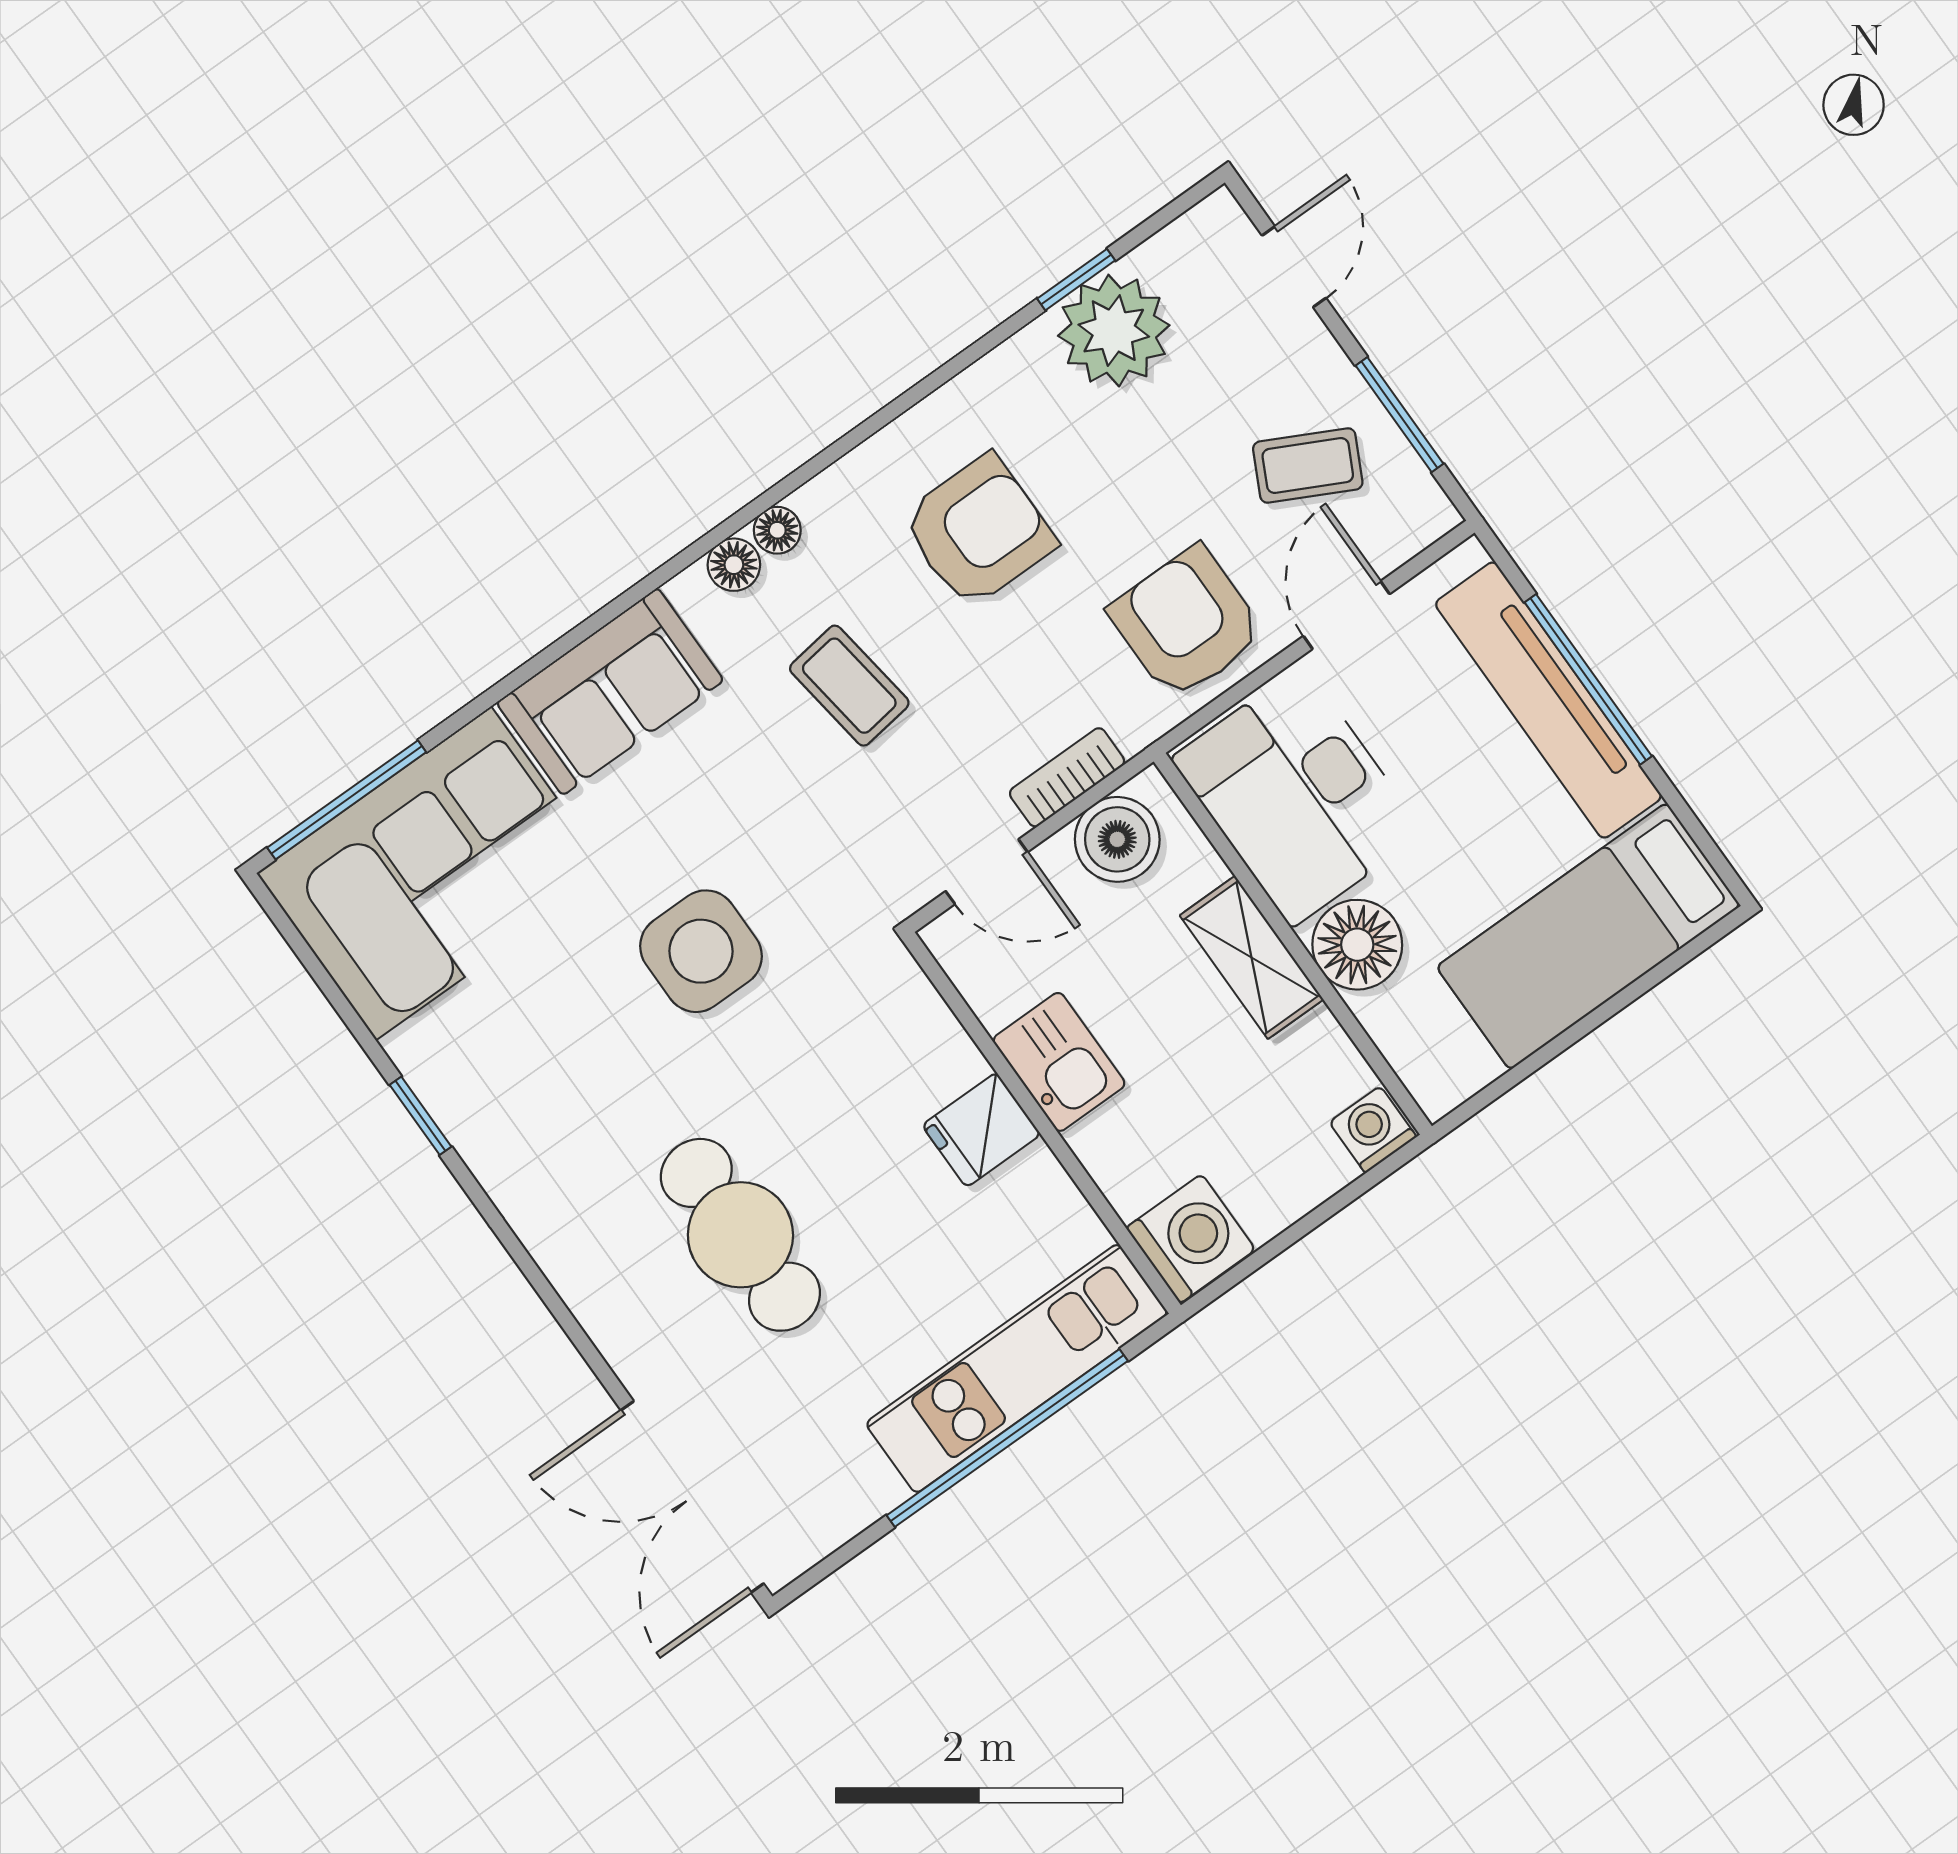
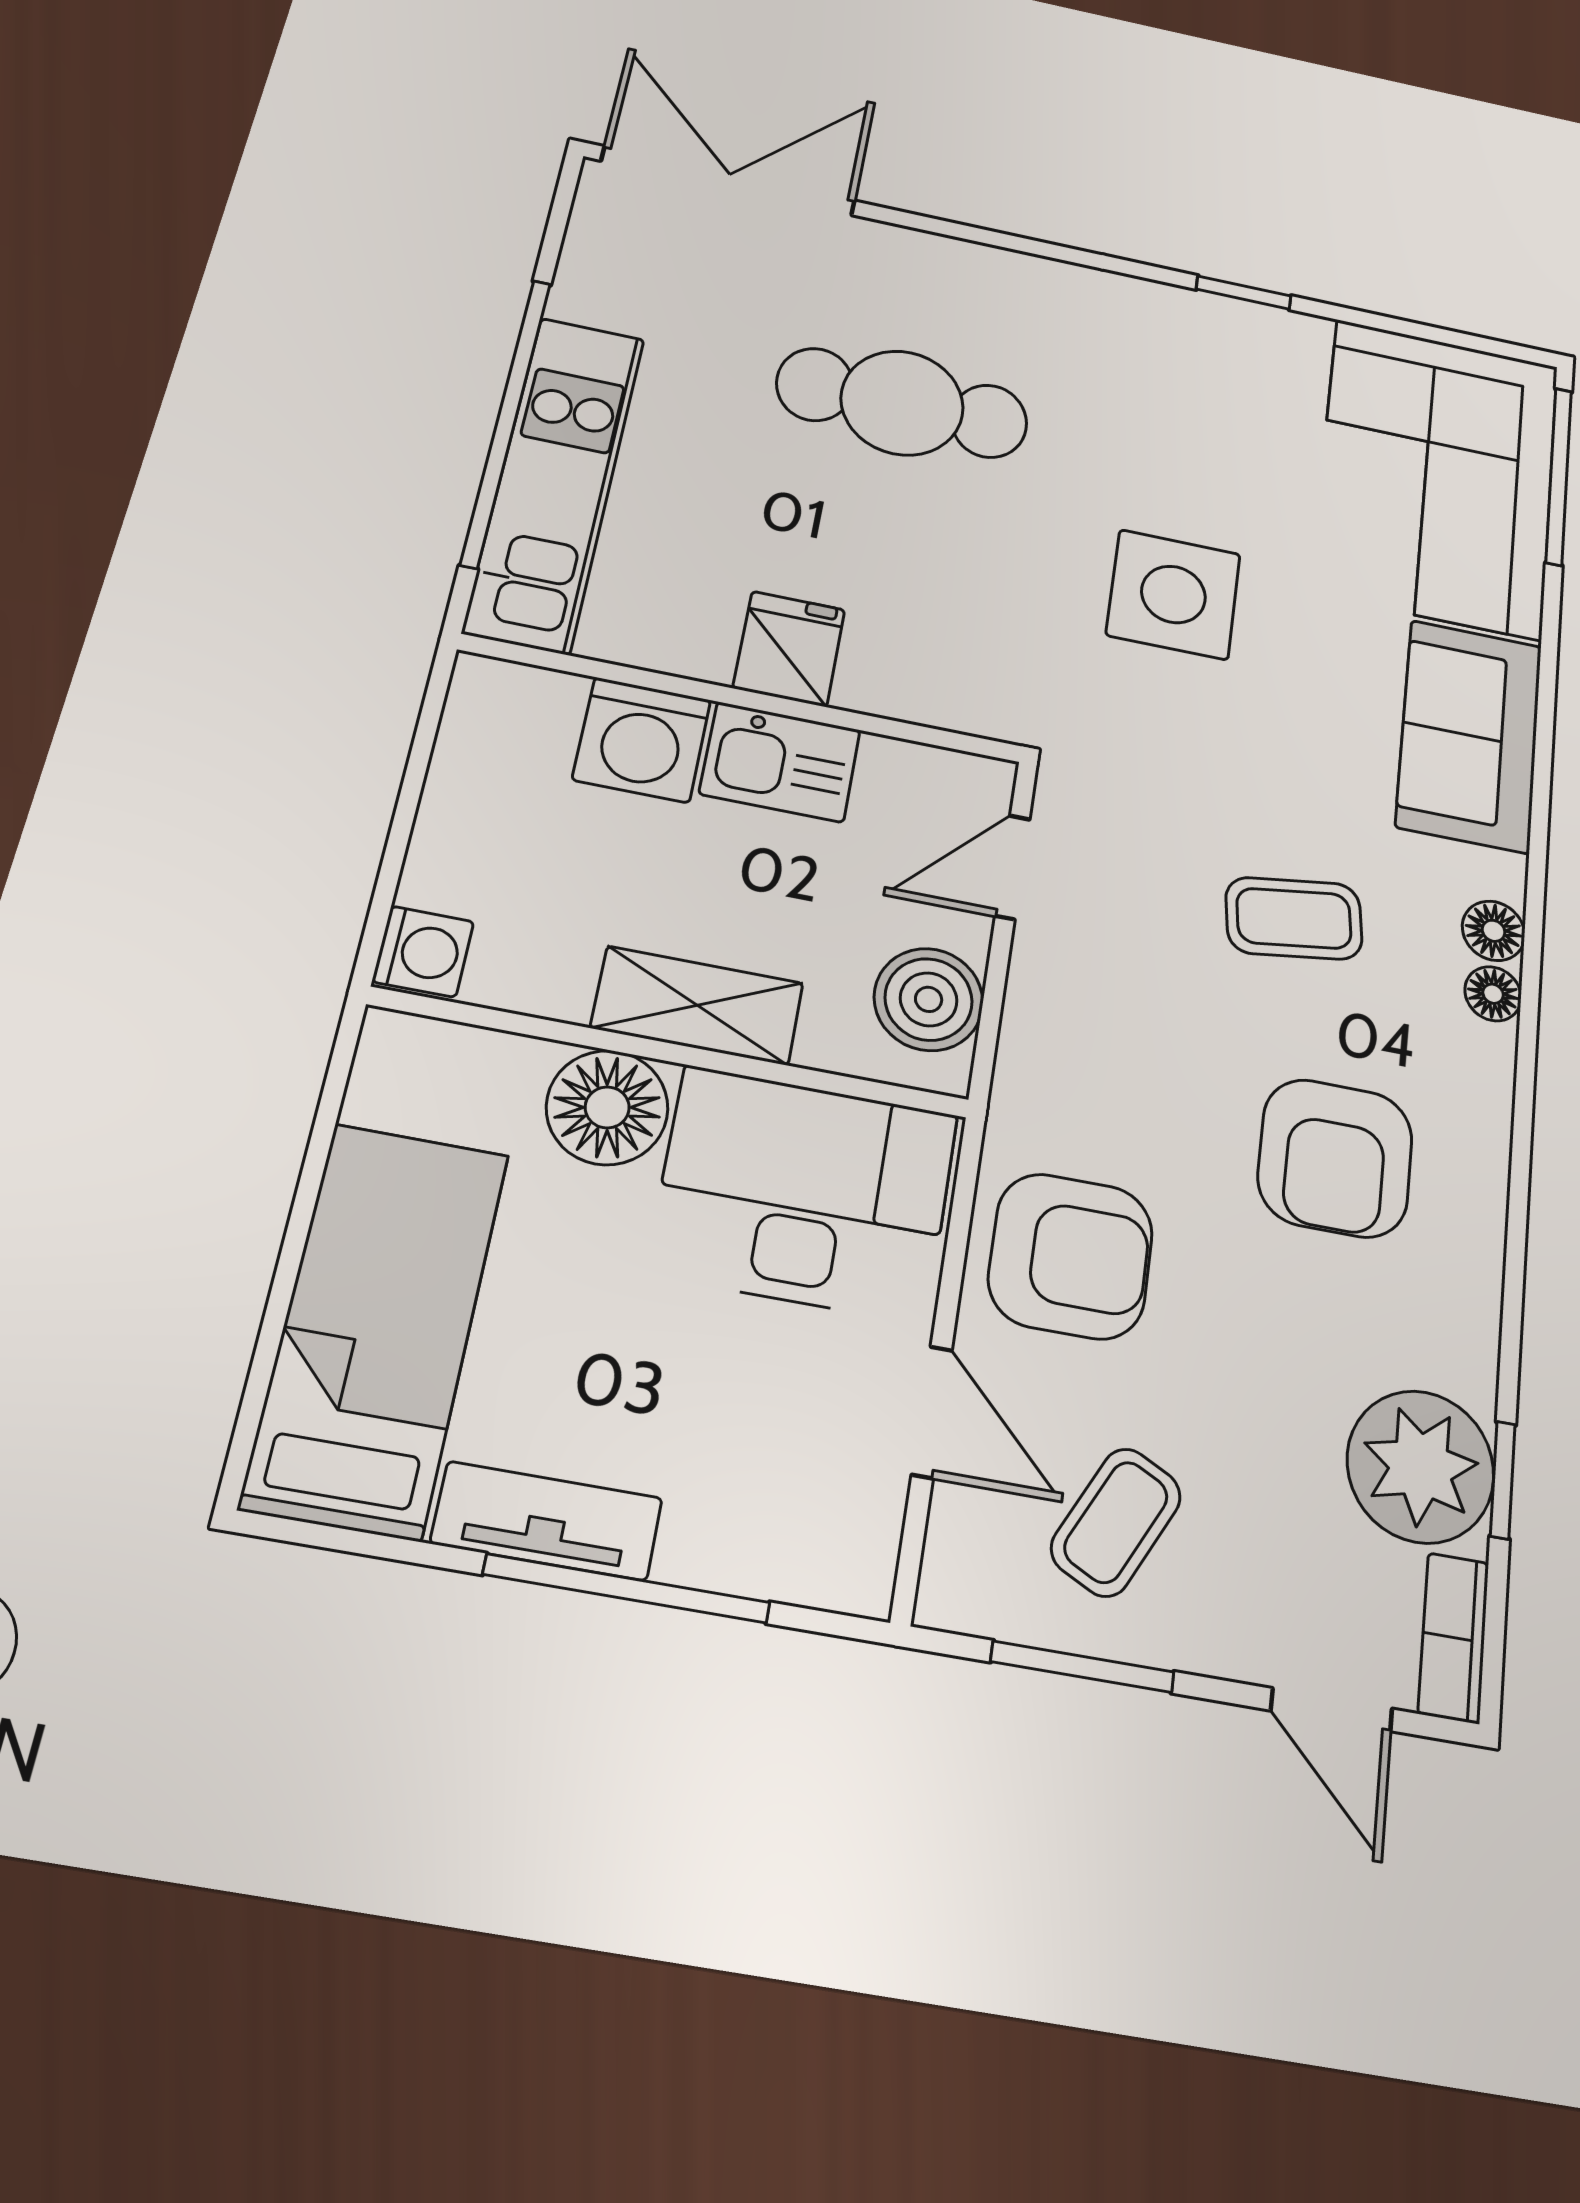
tv unit: (1548, 700) -> (547, 1521), width x0.52, depth x0.78
bookcase: (1067, 777) -> (1454, 1638), moved, turned 180
washing machine: (1191, 1239) -> (642, 740), moved

